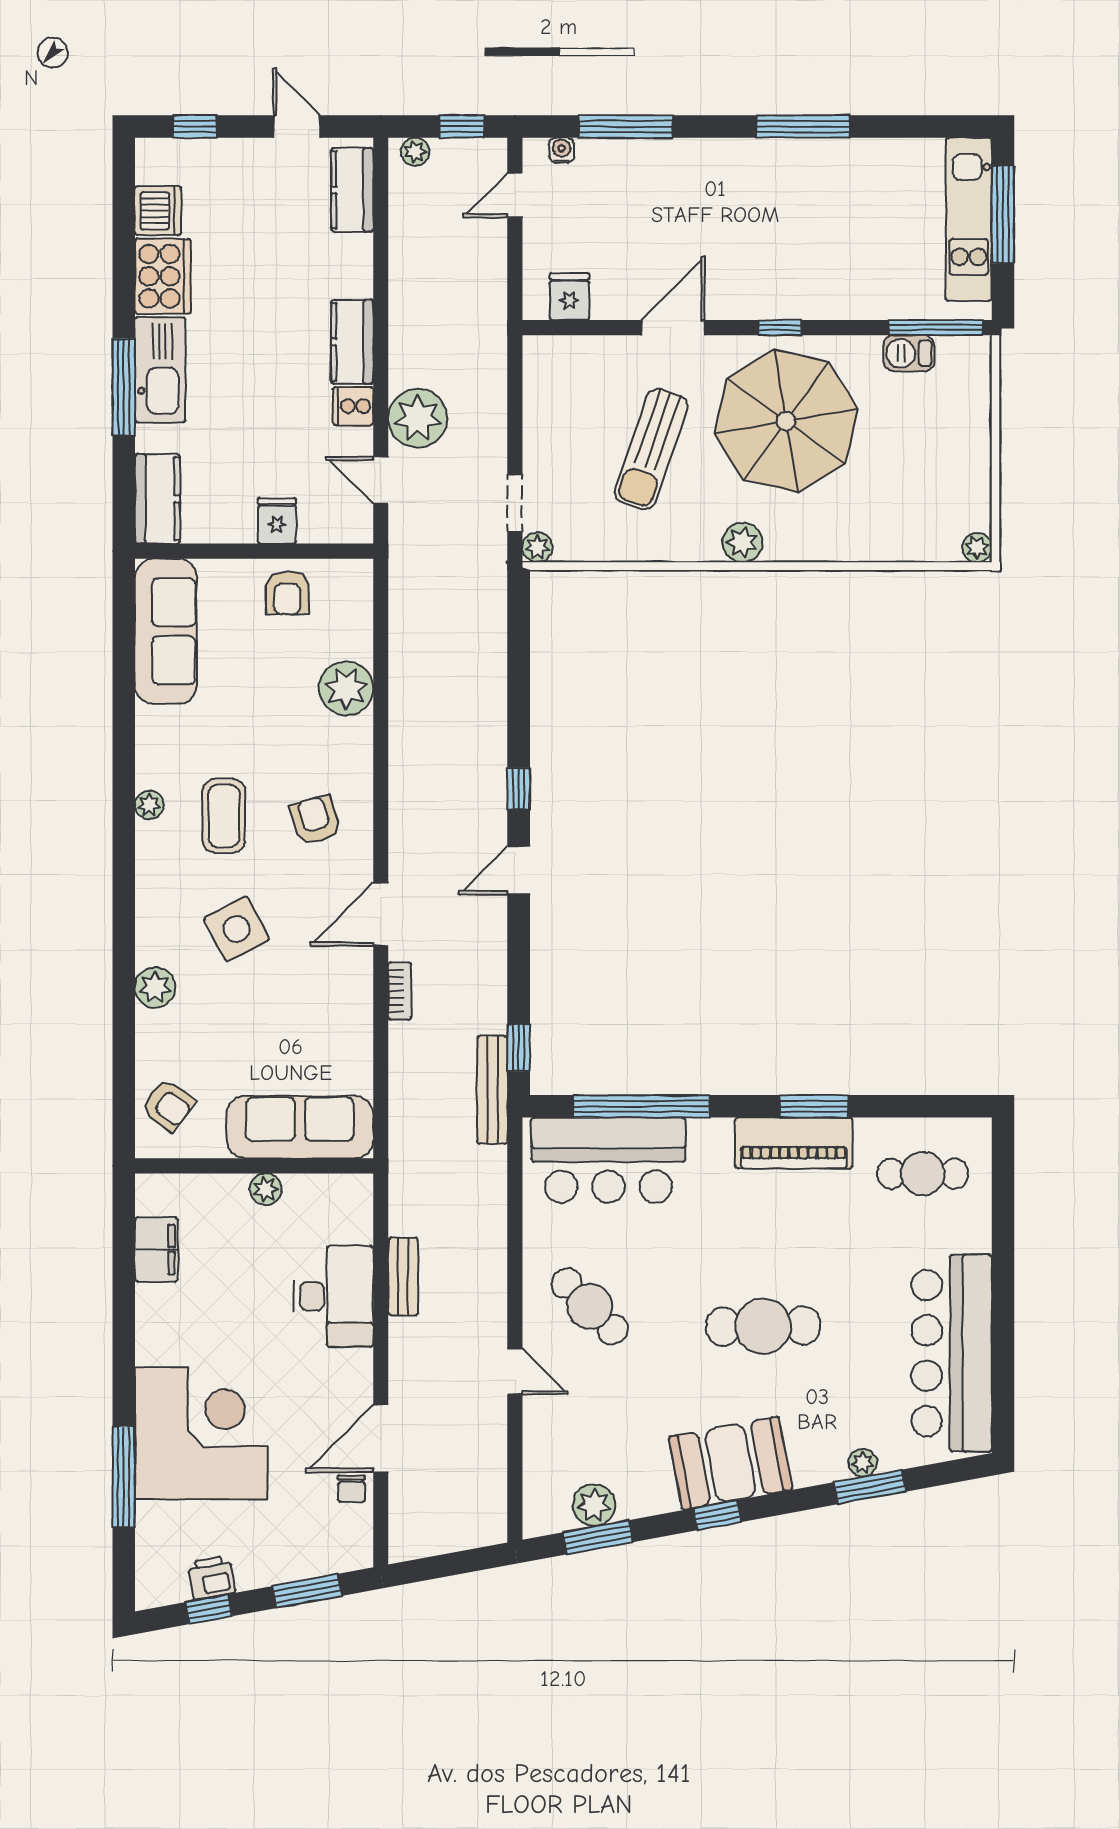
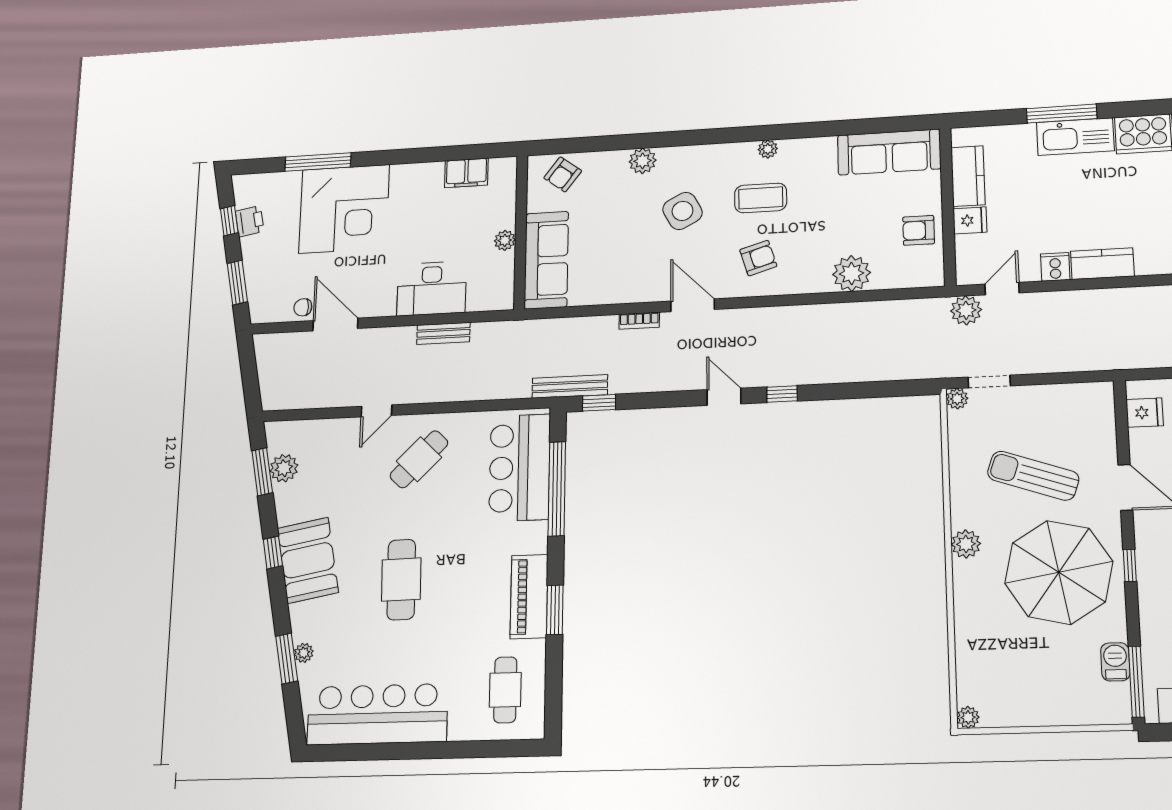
plant: (418, 418) -> (966, 310), moved, width x0.73, depth x0.73
kitchen counter: (157, 499) -> (968, 176), moved, turned -90

